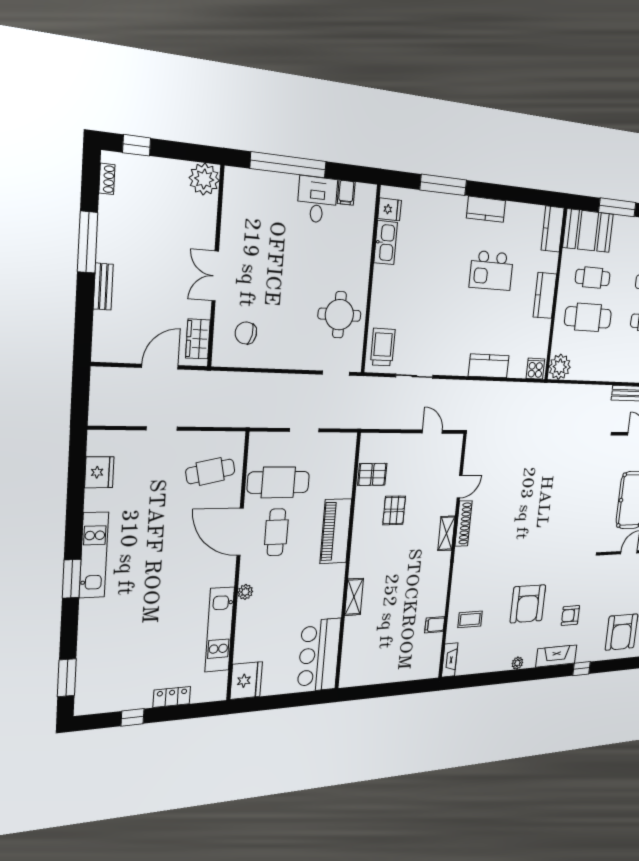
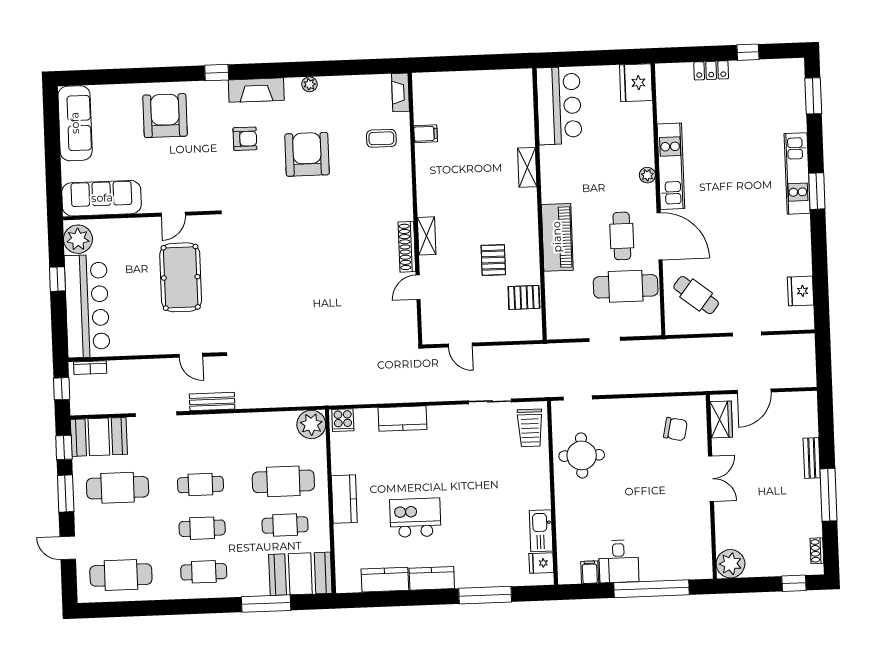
kitchen counter: (553, 229) -> (385, 580), moved, turned -90
cafe table: (210, 471) -> (696, 295), turned 50
kitchen unit: (94, 555) -> (797, 173), moved
kitchen unit: (220, 630) -> (671, 166), moved

